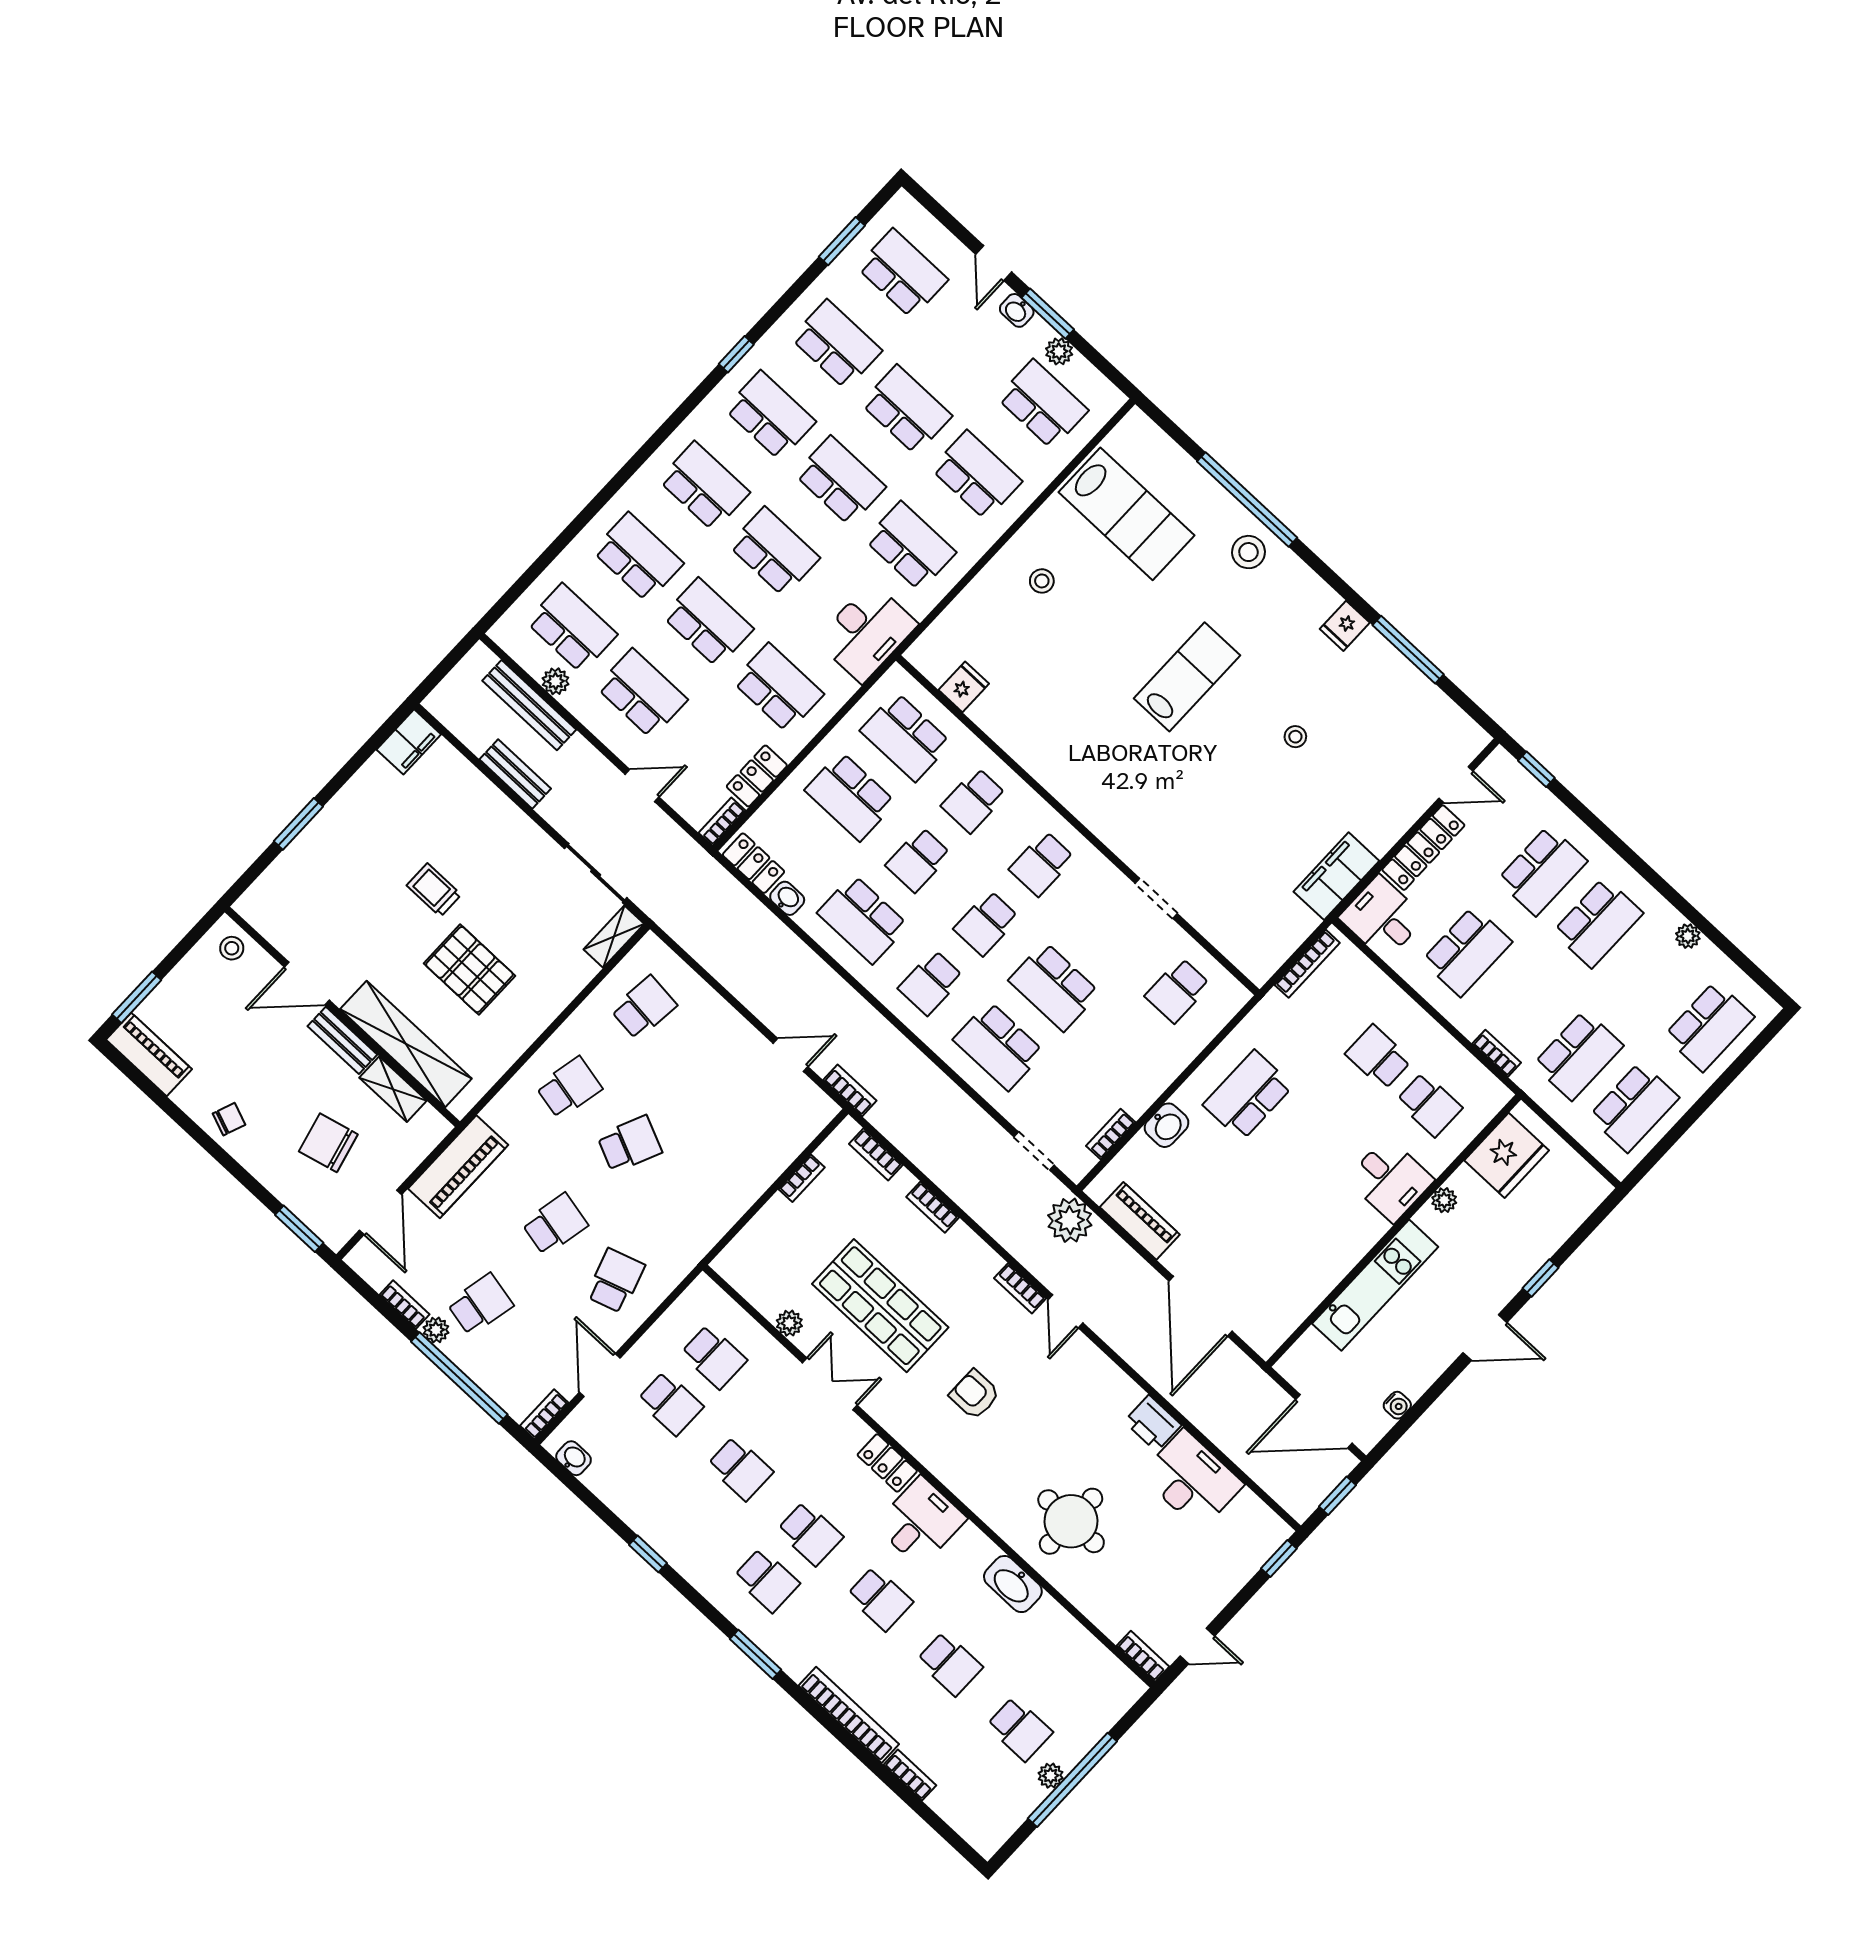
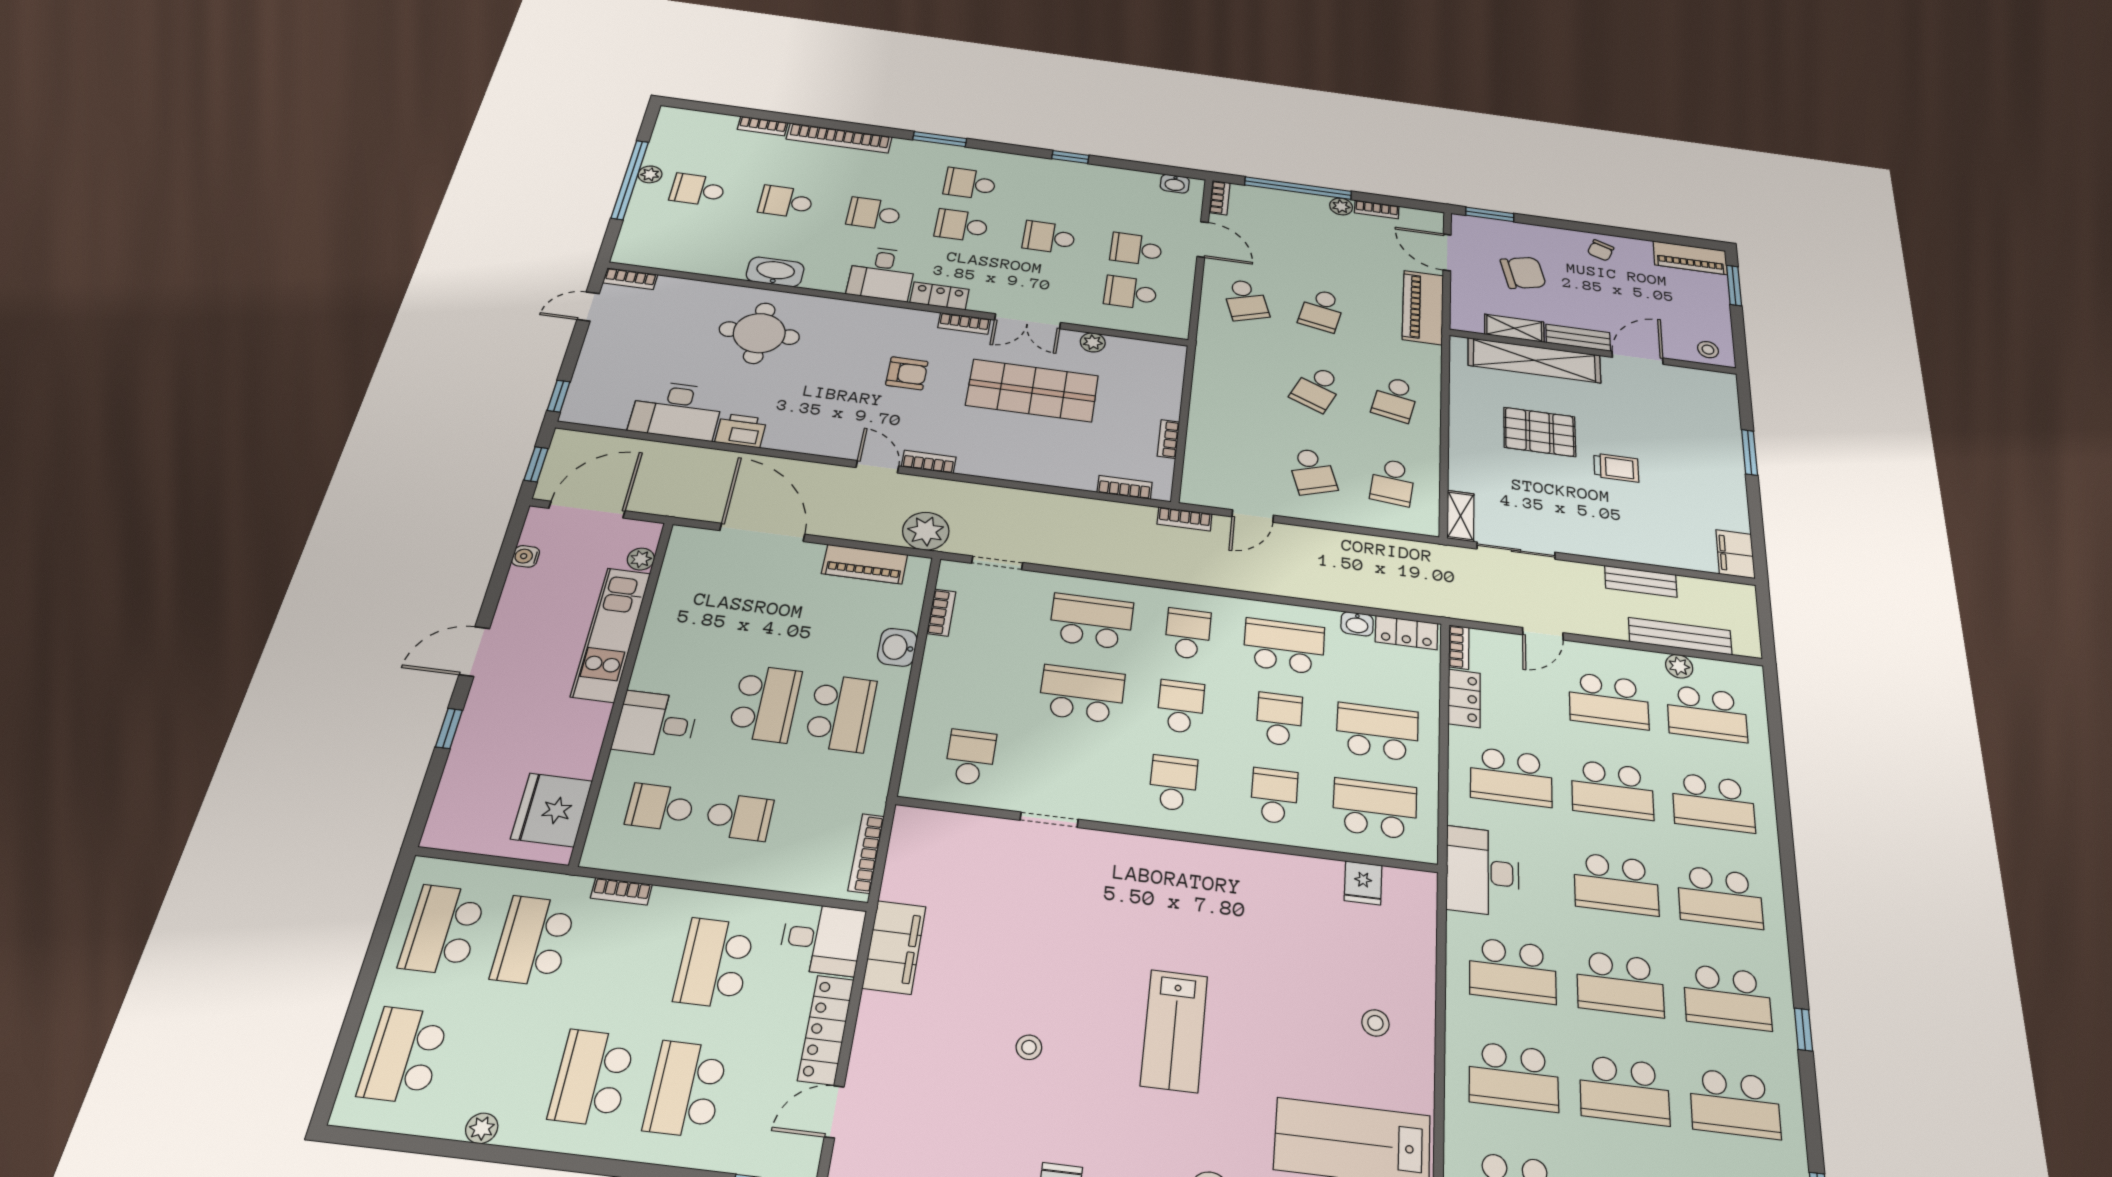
school desk: (1299, 1143) -> (765, 703), added
plant: (1444, 1200) -> (641, 559), moved
bookcase: (933, 1207) -> (964, 323), moved, turned 180
school desk: (480, 1304) -> (1312, 471), moved, turned -30

